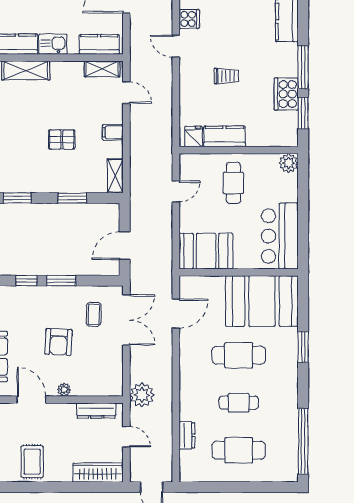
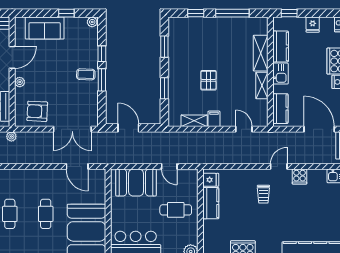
shelving: (102, 69) -> (262, 85), moved
trolley: (226, 76) -> (263, 194), moved
door: (126, 93) -> (244, 129), swing flipped
shelving: (115, 176) -> (194, 121), moved
booth: (206, 251) -> (136, 183), moved, turned 90
coffee table: (94, 314) -> (86, 74), moved
armchair: (59, 342) -> (37, 111), moved
cafe table: (239, 355) -> (46, 214), width x0.73, depth x0.74
plant: (142, 395) -> (11, 136), width x0.53, depth x0.53

